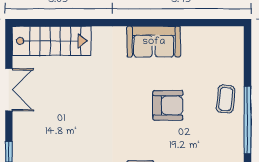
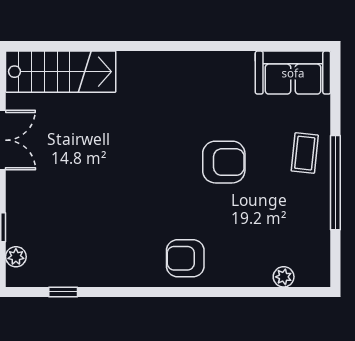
sofa: (154, 42) -> (293, 73), moved

